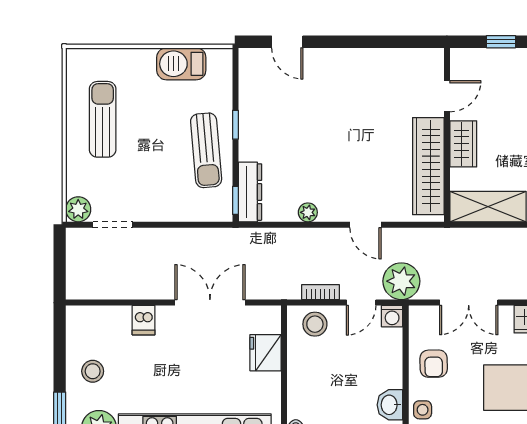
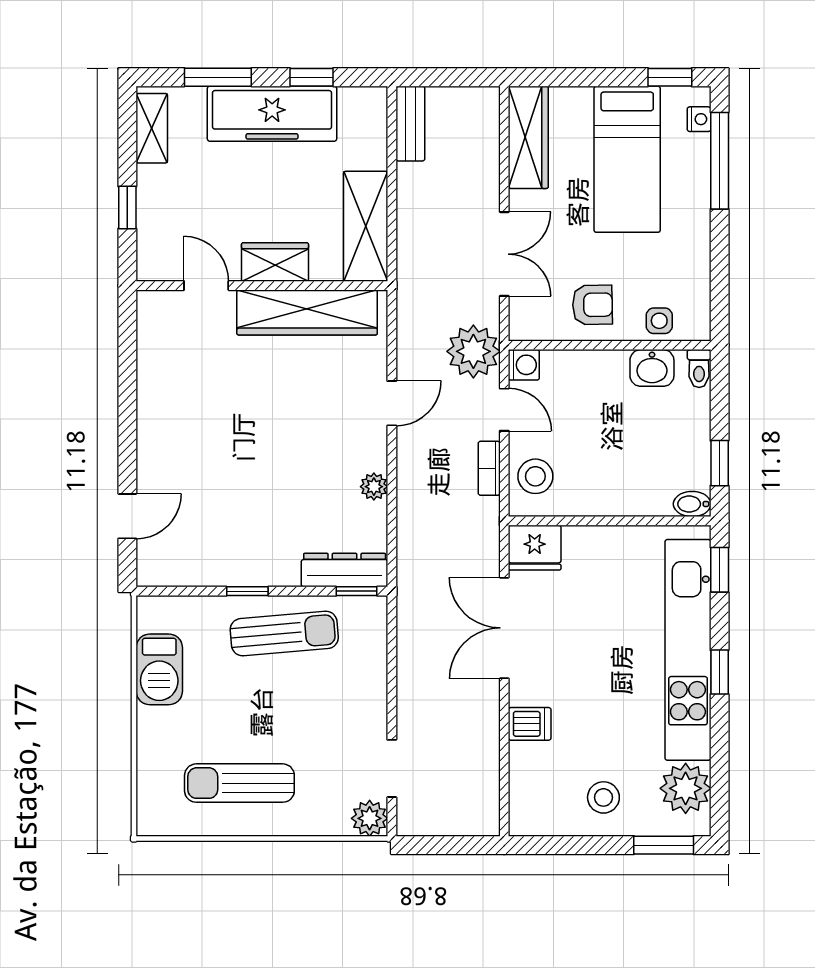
fridge: (266, 353) -> (535, 548), moved

